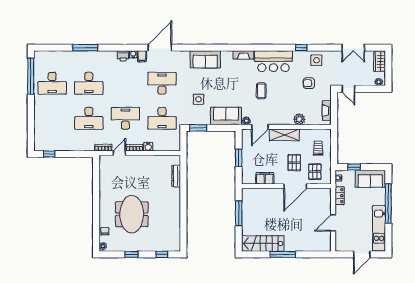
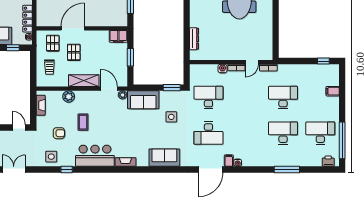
printer: (123, 56) -> (328, 161), moved
coffee table: (261, 91) -> (83, 122), moved
desk: (125, 118) -> (246, 97), removed
filing cabinet: (40, 124) -> (333, 91), added
door: (260, 127) -> (109, 89), hinge flipped
filing cabinet: (265, 178) -> (118, 36), moved
locker: (340, 196) -> (28, 19), width x1.53

